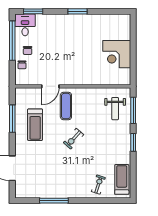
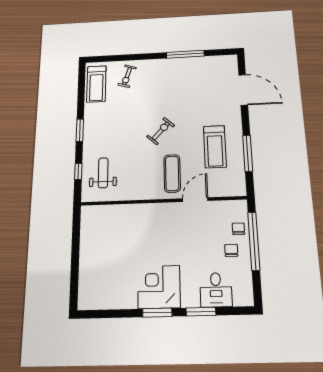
window: (33, 11) -> (201, 312), moved
desk: (25, 25) -> (216, 290), moved
window: (12, 41) -> (254, 241), moved
corner desk: (117, 54) -> (159, 287), moved, turned -90
window: (133, 110) -> (78, 171), width x0.46
treadmill: (35, 125) -> (215, 147), turned 180

